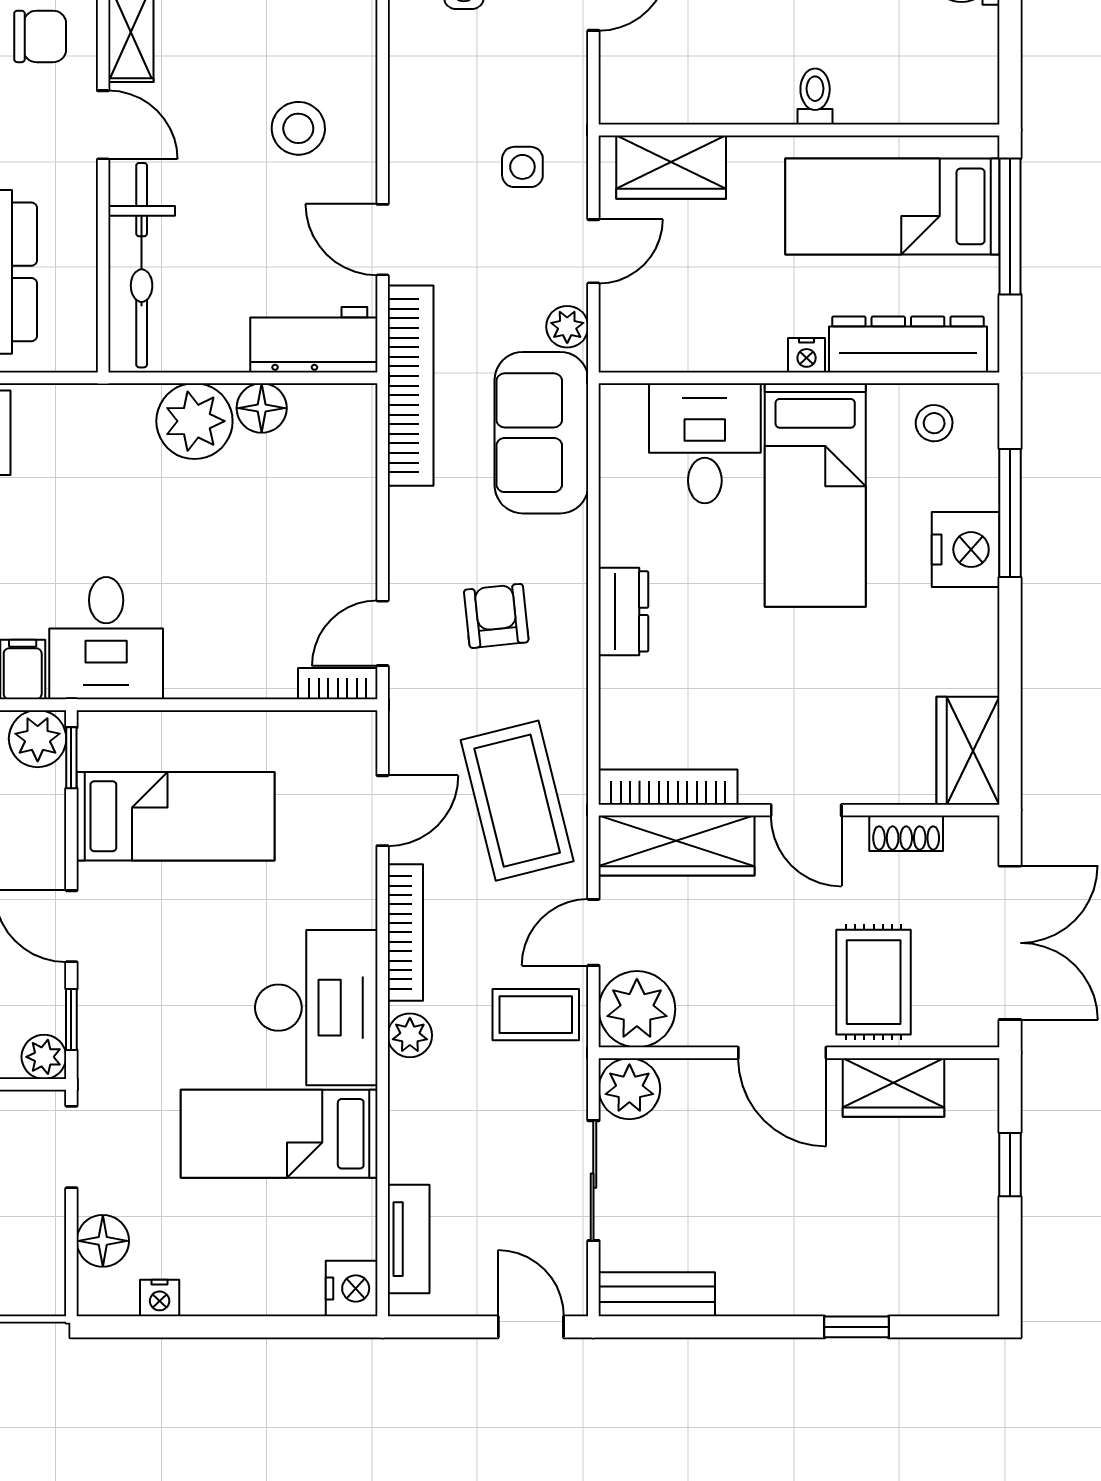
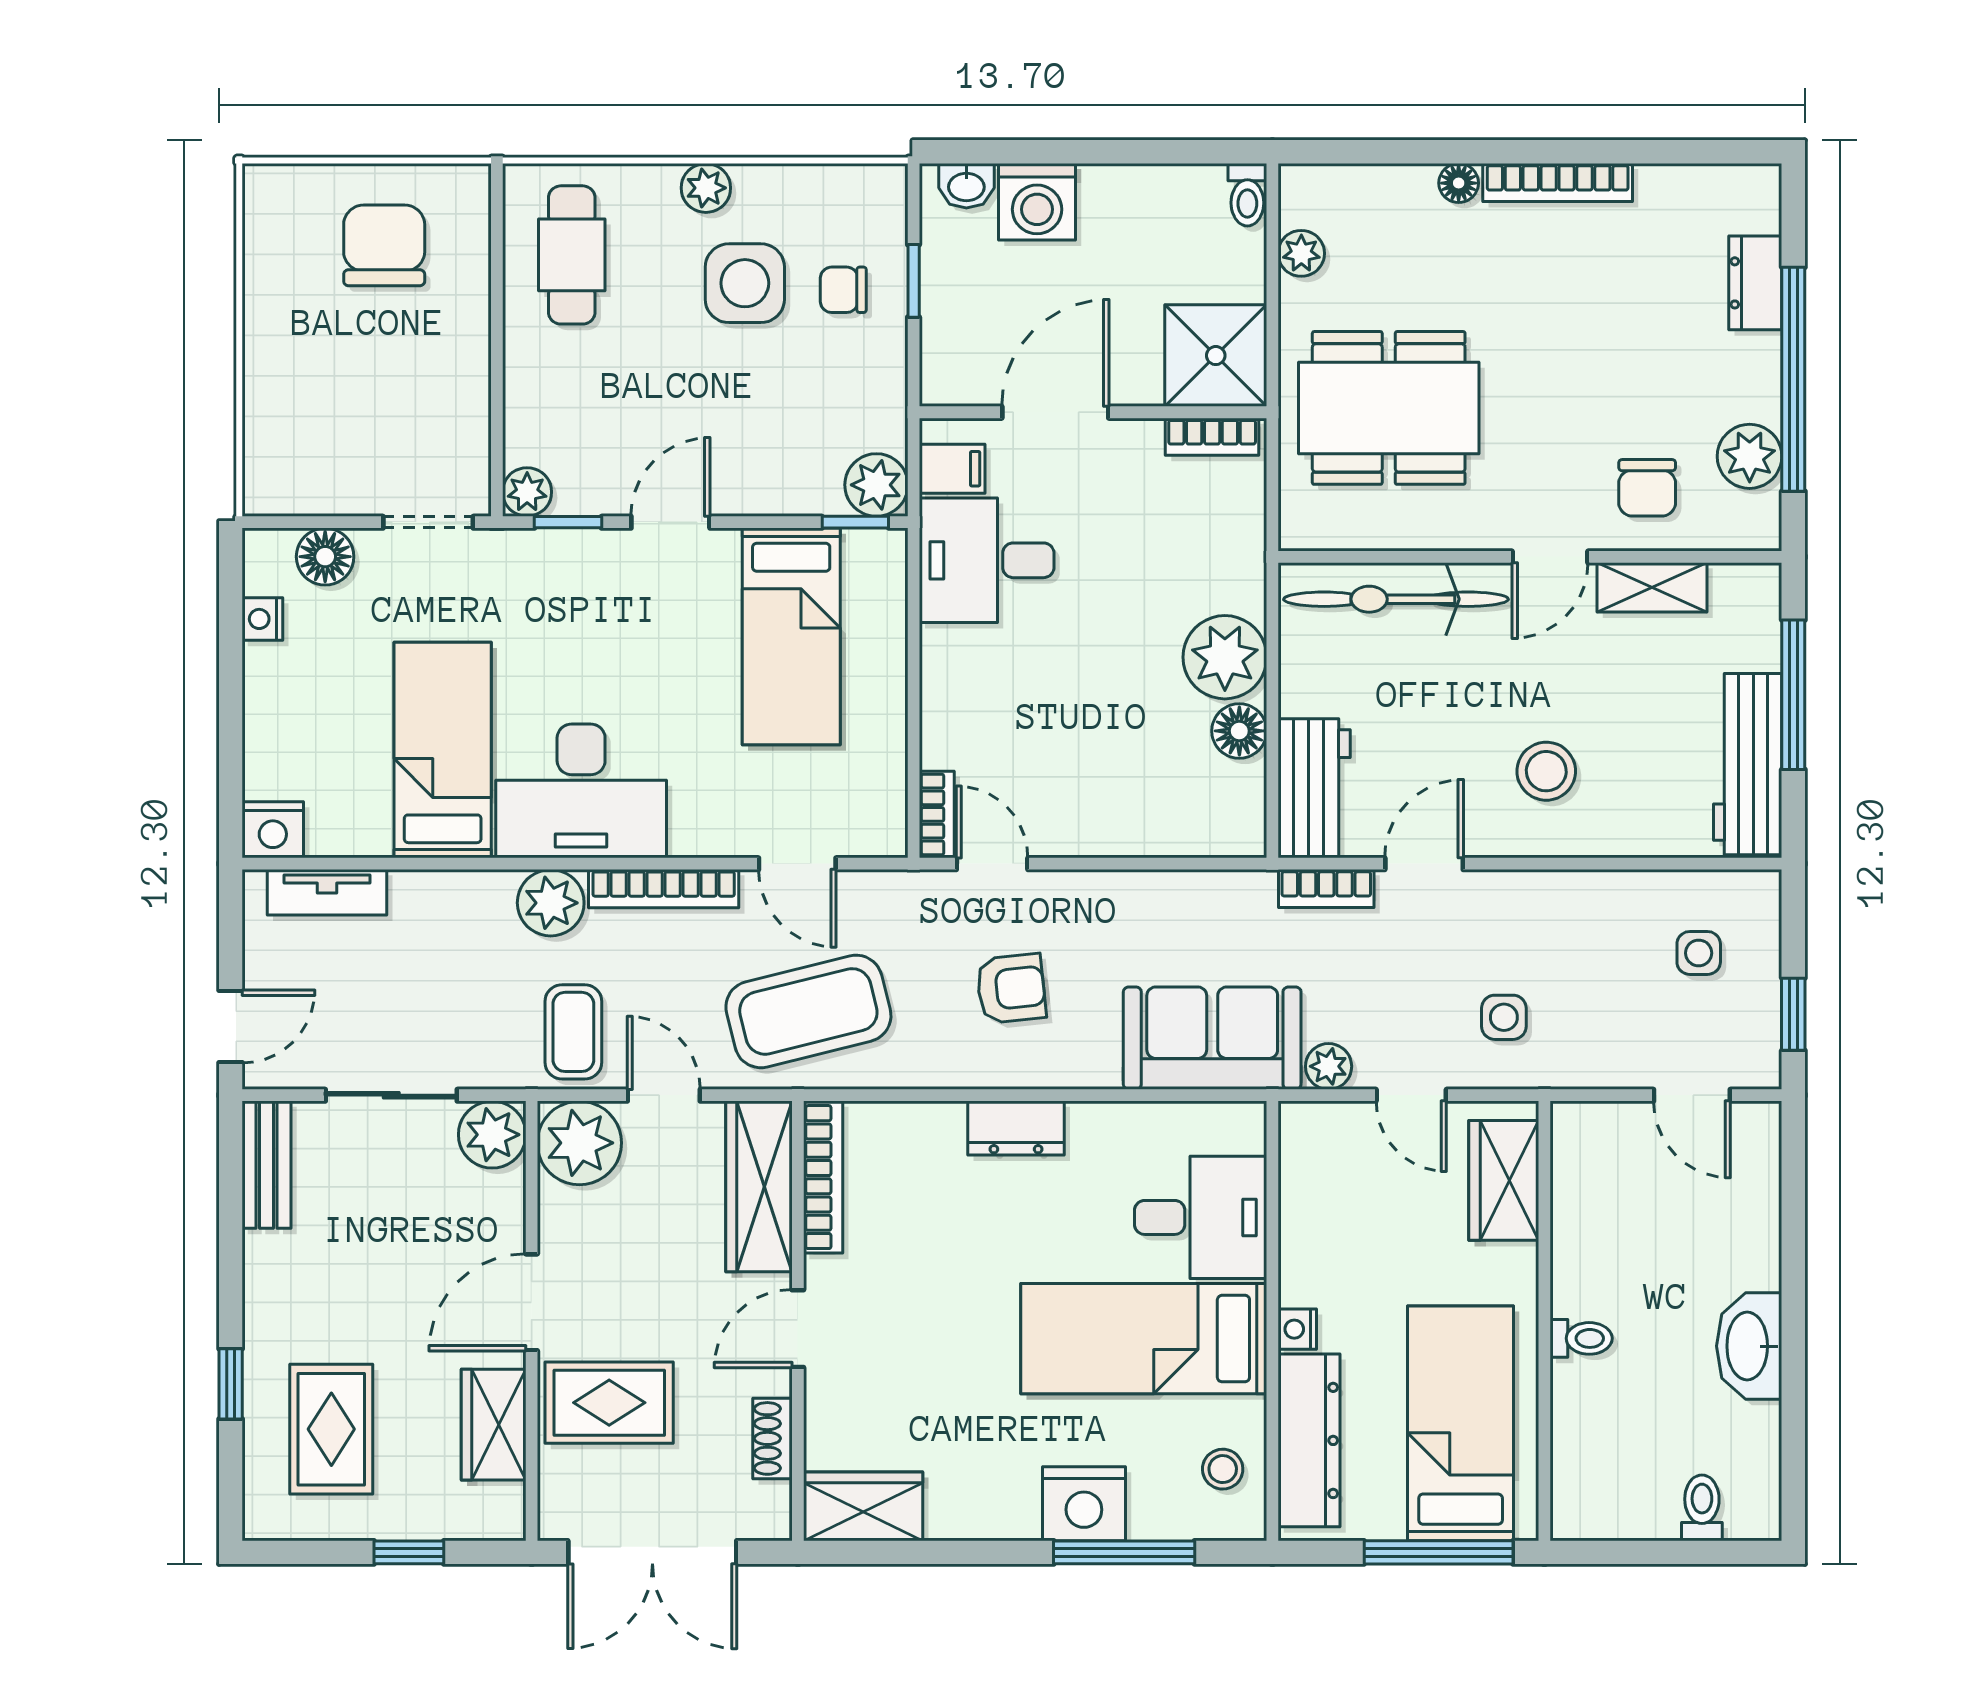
bookcase: (411, 386) -> (1326, 888), width x0.43, depth x0.76
plant: (410, 1035) -> (551, 903), width x1.38, depth x1.38
rug: (898, 1235) -> (331, 1429), added

